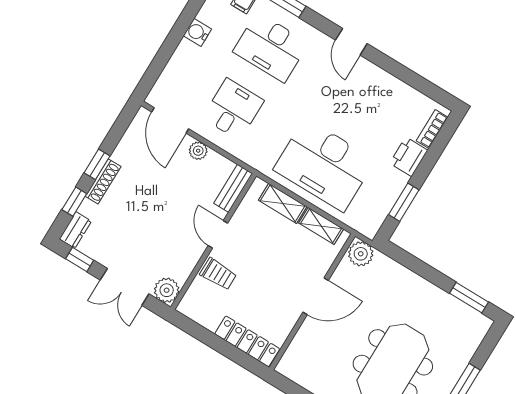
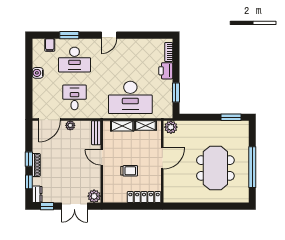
door: (351, 42) -> (109, 35), hinge flipped
door: (170, 120) -> (49, 120), hinge flipped
trolley: (218, 274) -> (129, 171), moved

